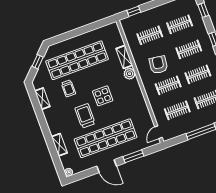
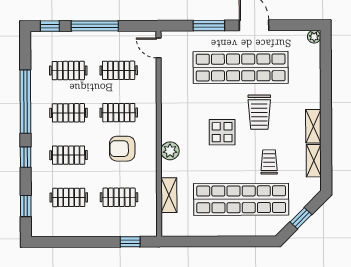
shelving: (124, 57) -> (169, 195), moved
armchair: (158, 65) -> (122, 149), turned 82
door: (158, 132) -> (159, 48), swing flipped
shelving: (59, 145) -> (313, 126), moved

